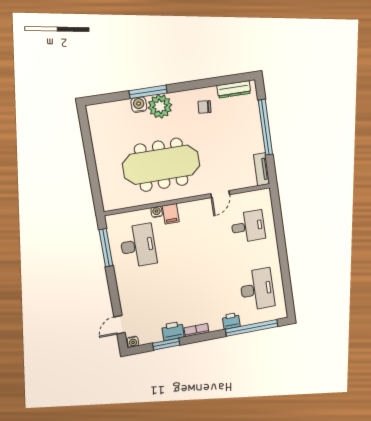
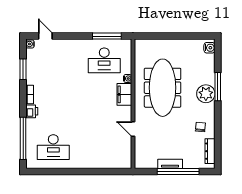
water cooler: (139, 105) -> (209, 48), moved
tv unit: (262, 169) -> (170, 164), moved
filing cabinet: (171, 214) -> (124, 94), width x2.00
desk: (248, 226) -> (104, 147), removed
printer: (231, 321) -> (32, 111), moved
printer: (173, 331) -> (33, 76), removed

